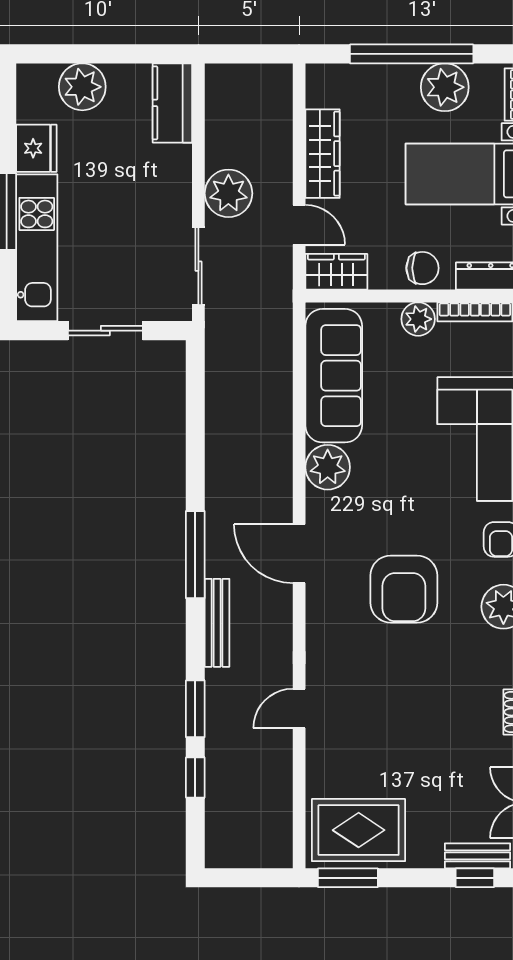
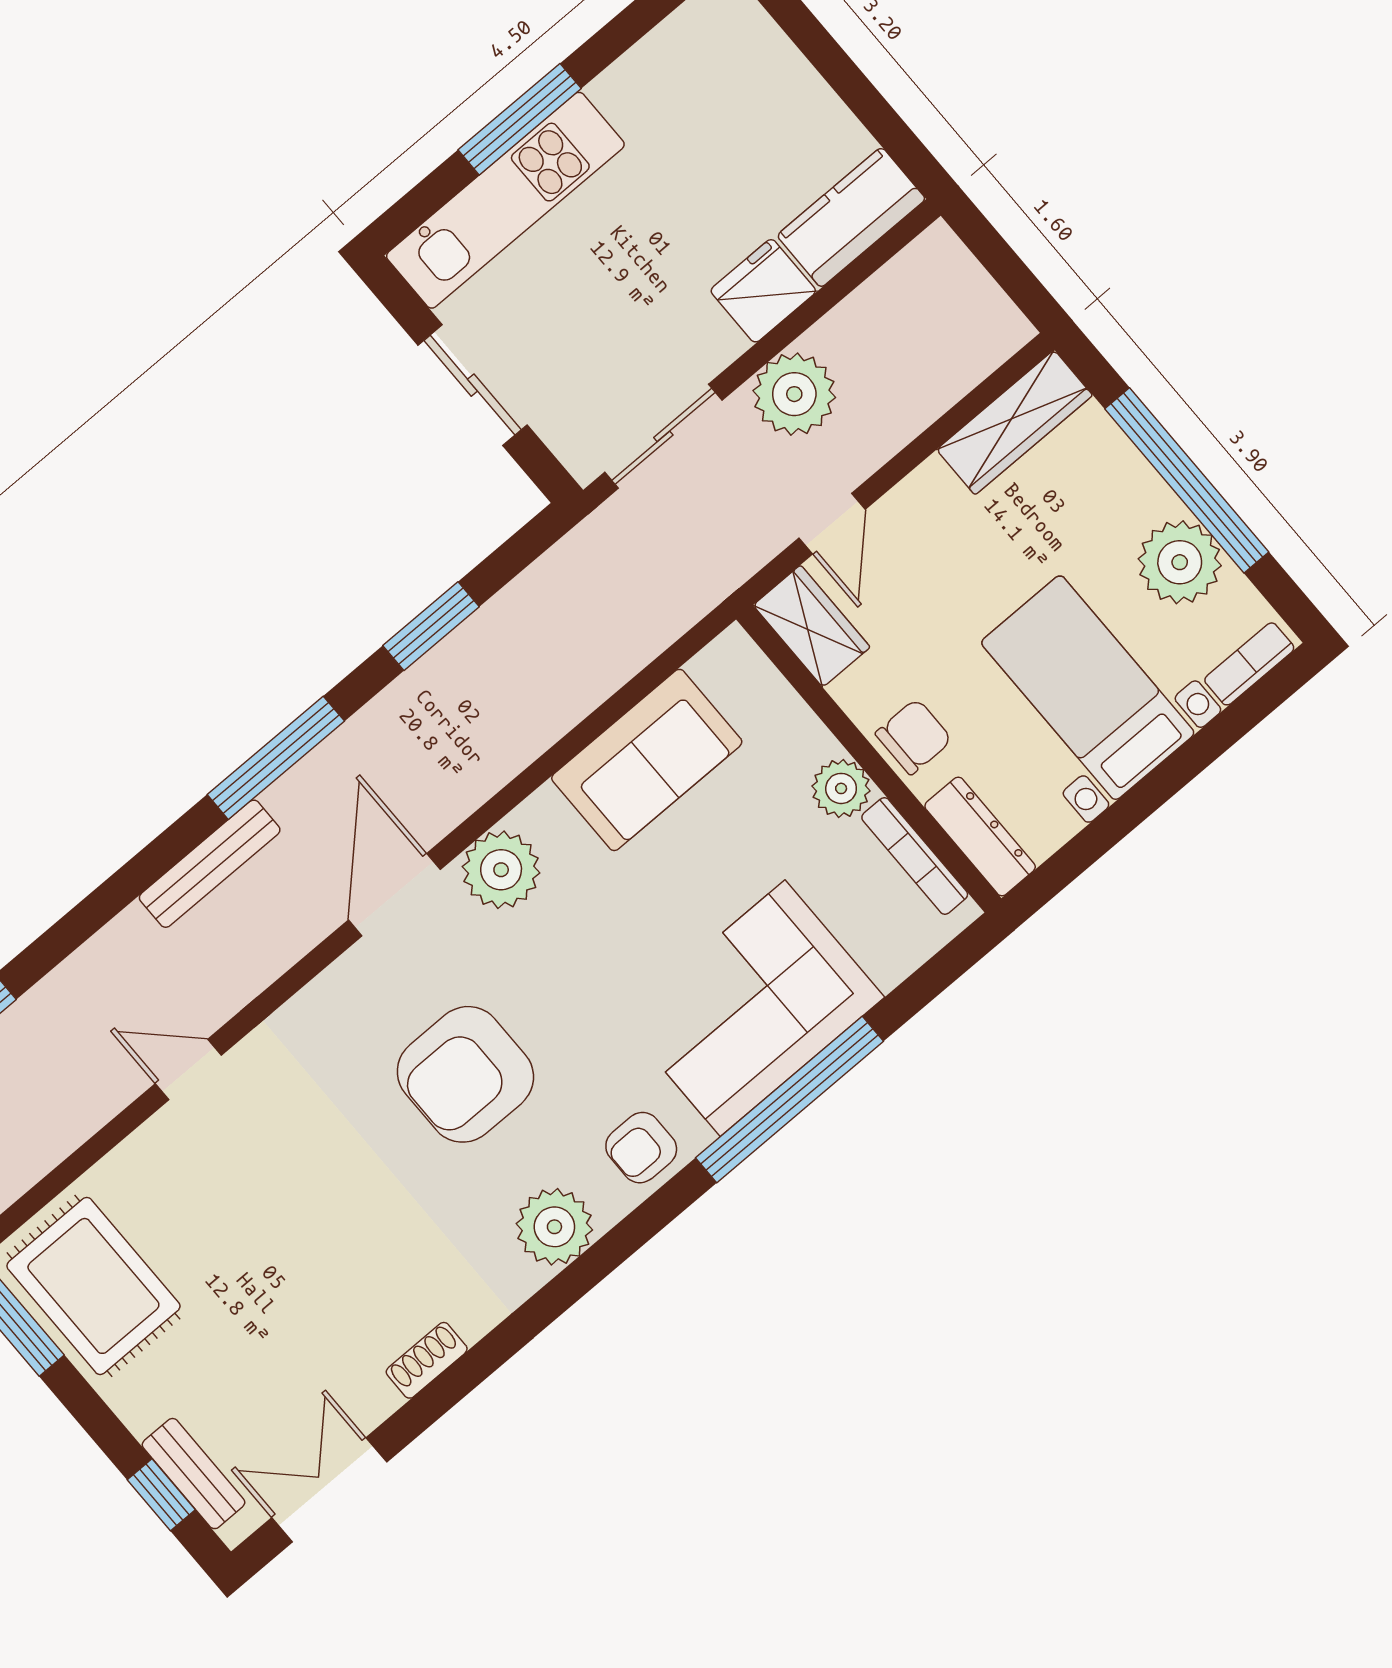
plant: (82, 87) -> (771, 79), removed
fridge: (36, 148) -> (763, 291), moved, turned 180
wardrobe: (323, 154) -> (1015, 422), moved
chair: (422, 268) -> (914, 737), turned -90
sofa: (334, 376) -> (647, 760), width x0.73
plant: (328, 467) -> (501, 870), moved
window: (195, 709) -> (431, 626), moved

